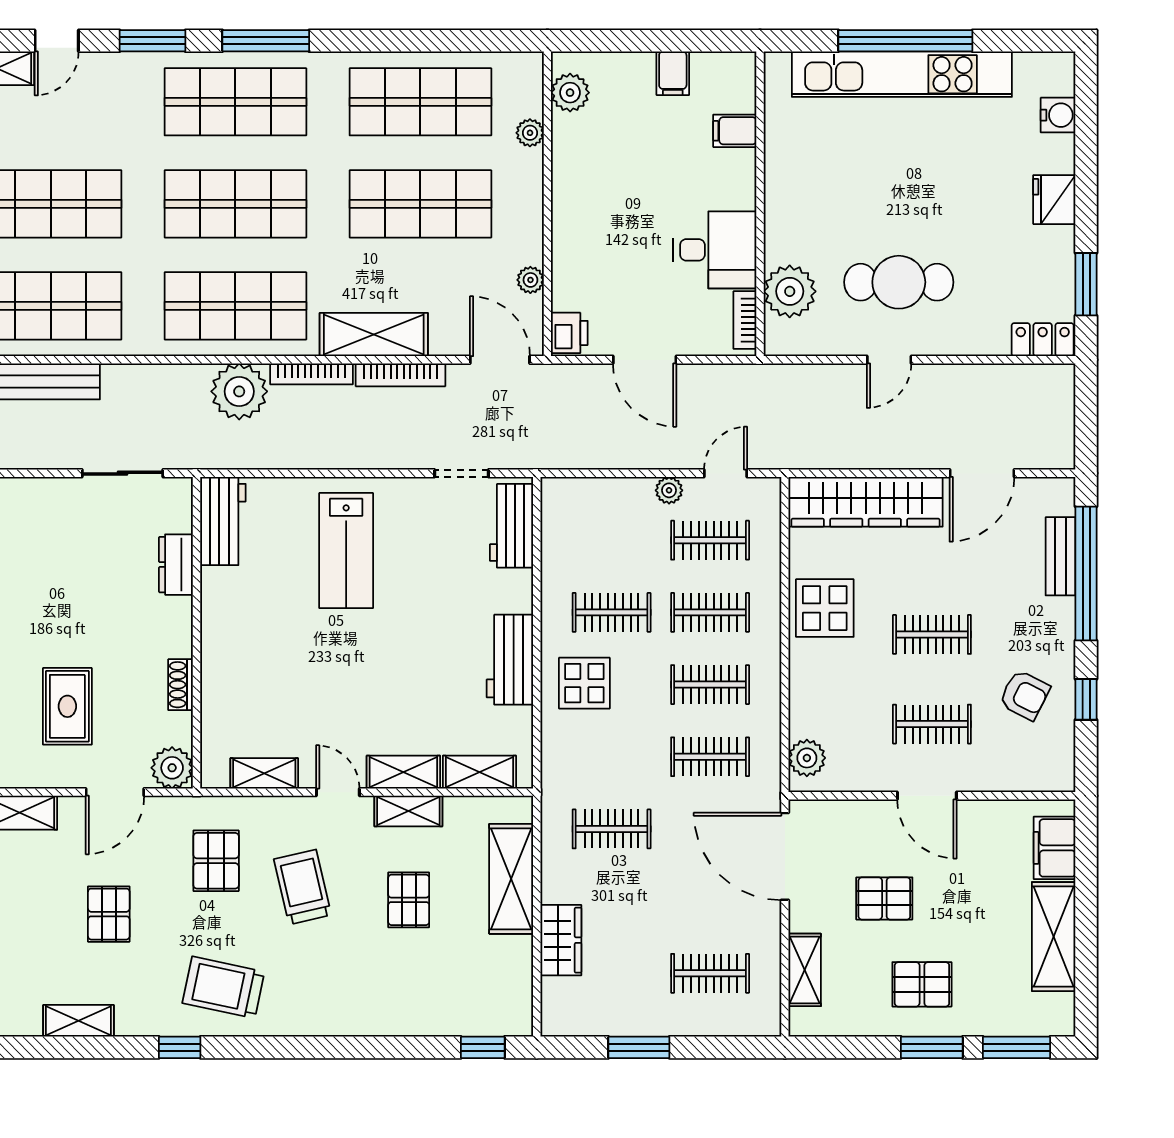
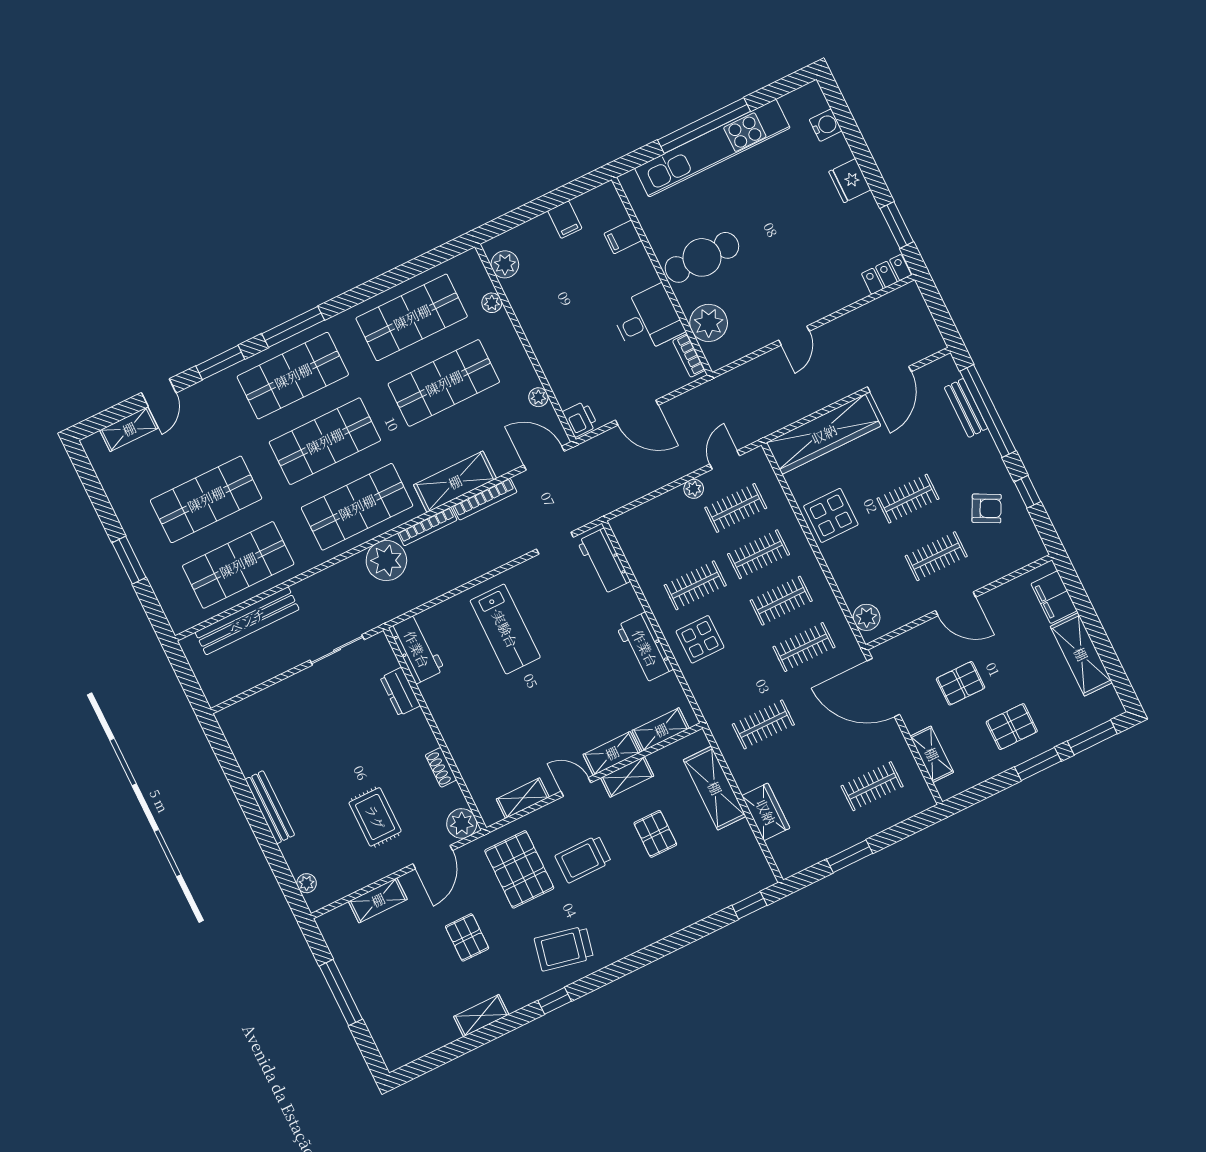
cafe table: (899, 282) -> (702, 257), moved
pallet: (216, 861) -> (519, 869), width x1.50, depth x1.42
trolley: (303, 887) -> (583, 859), turned -77

